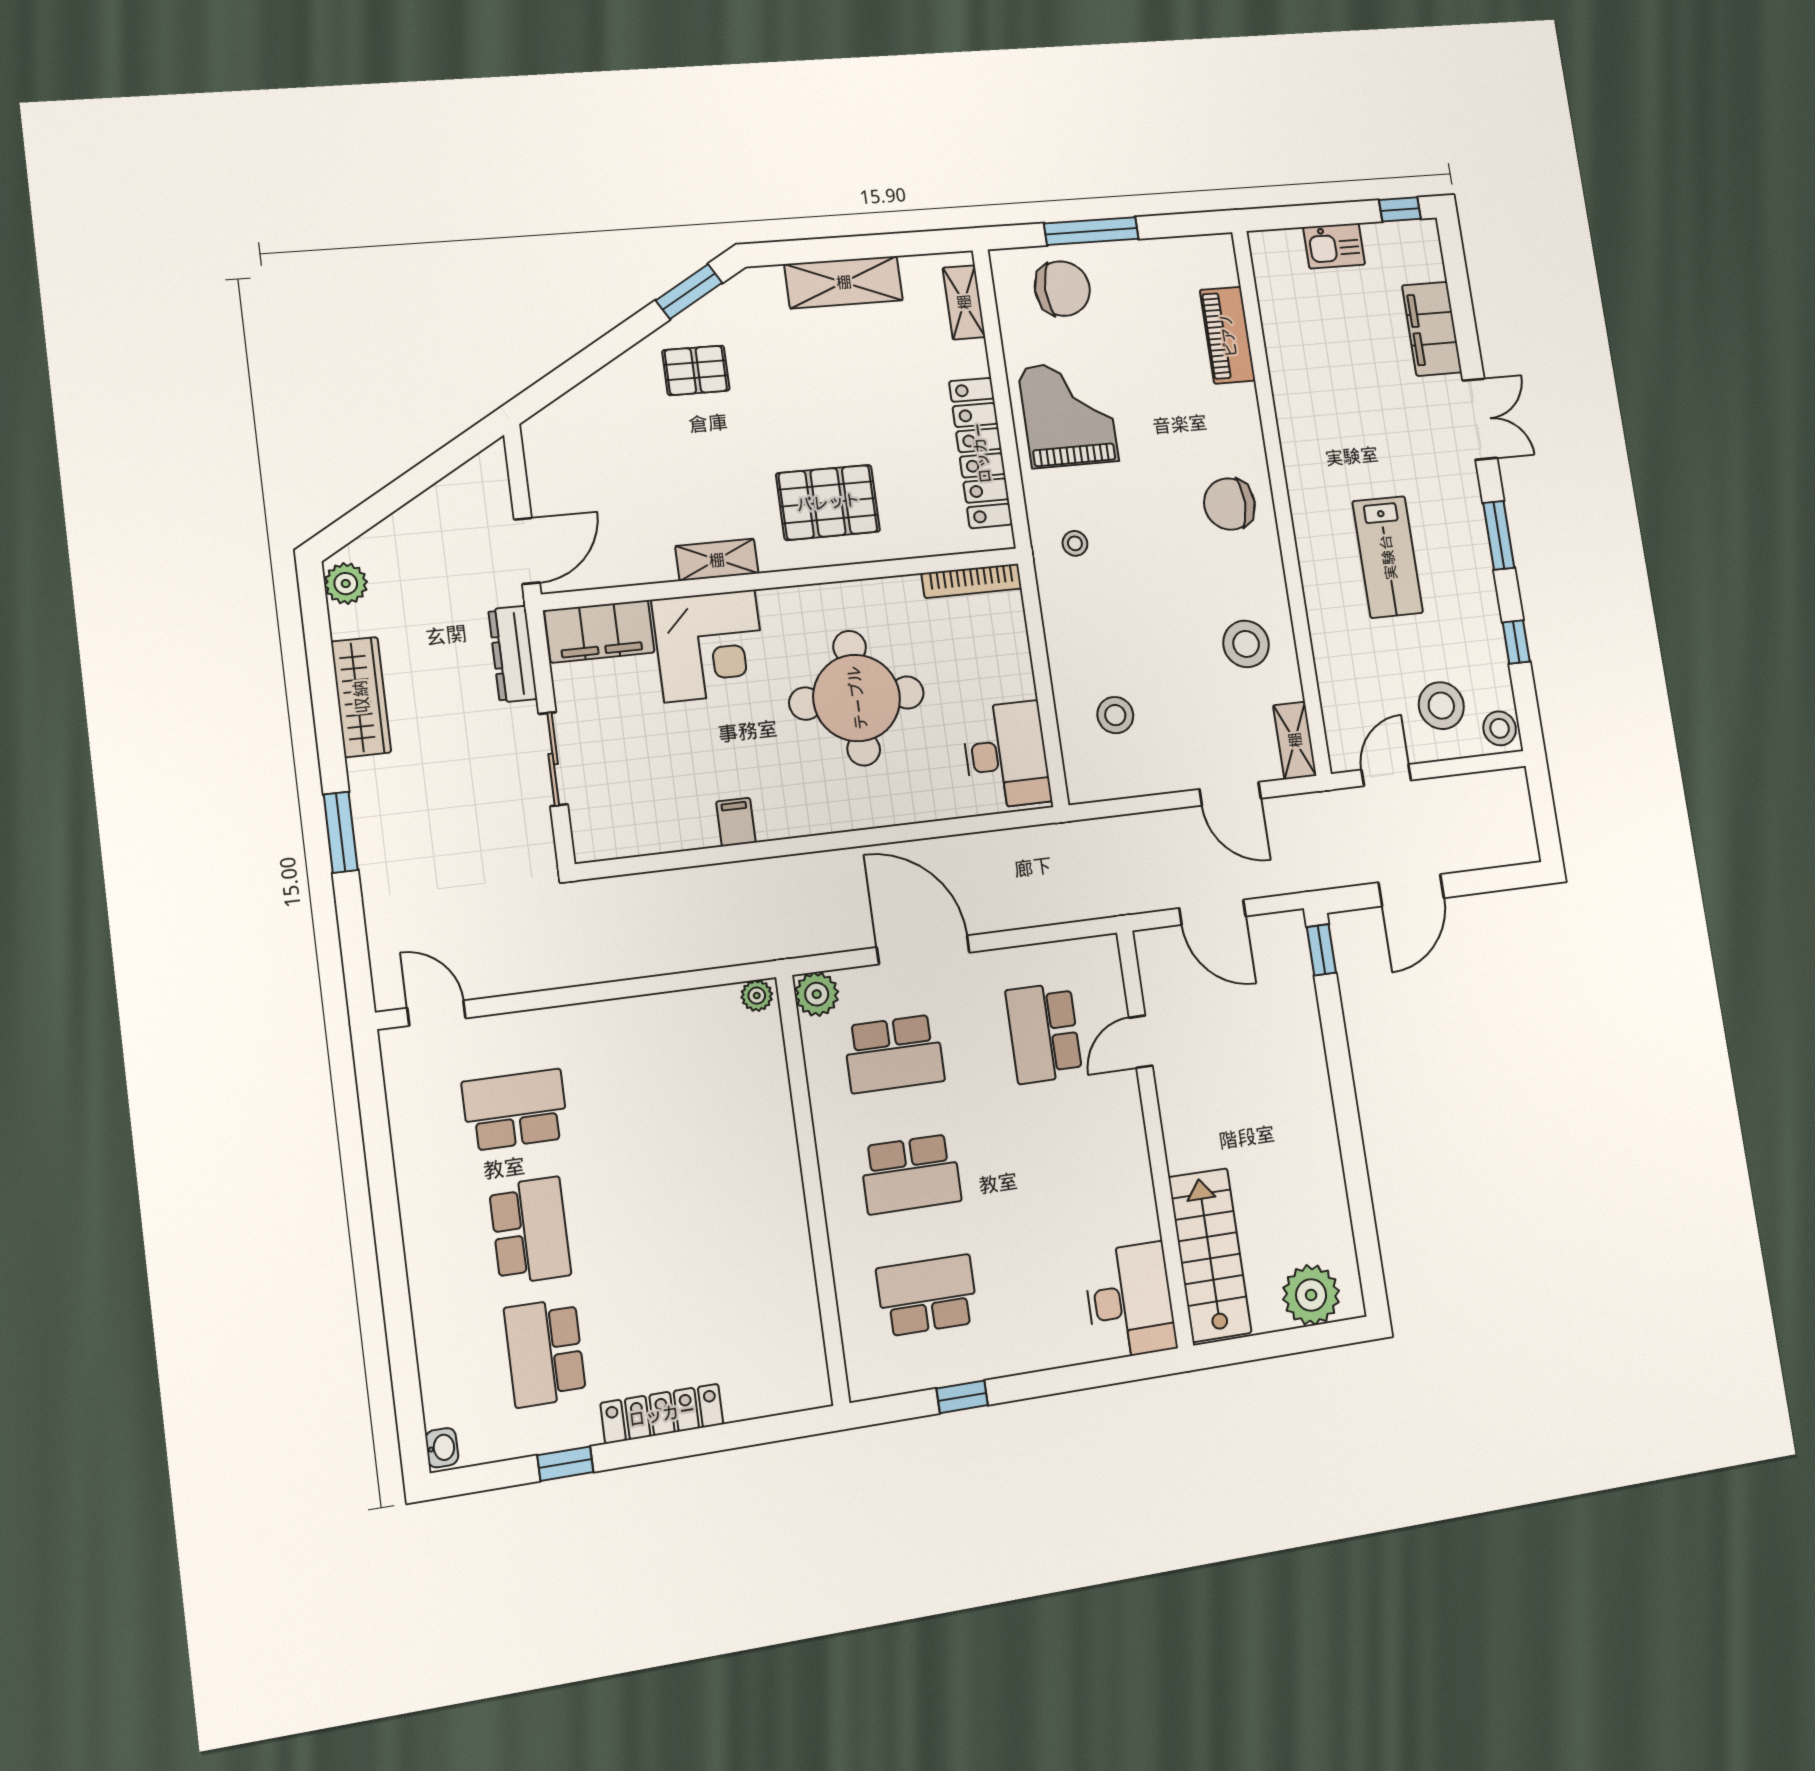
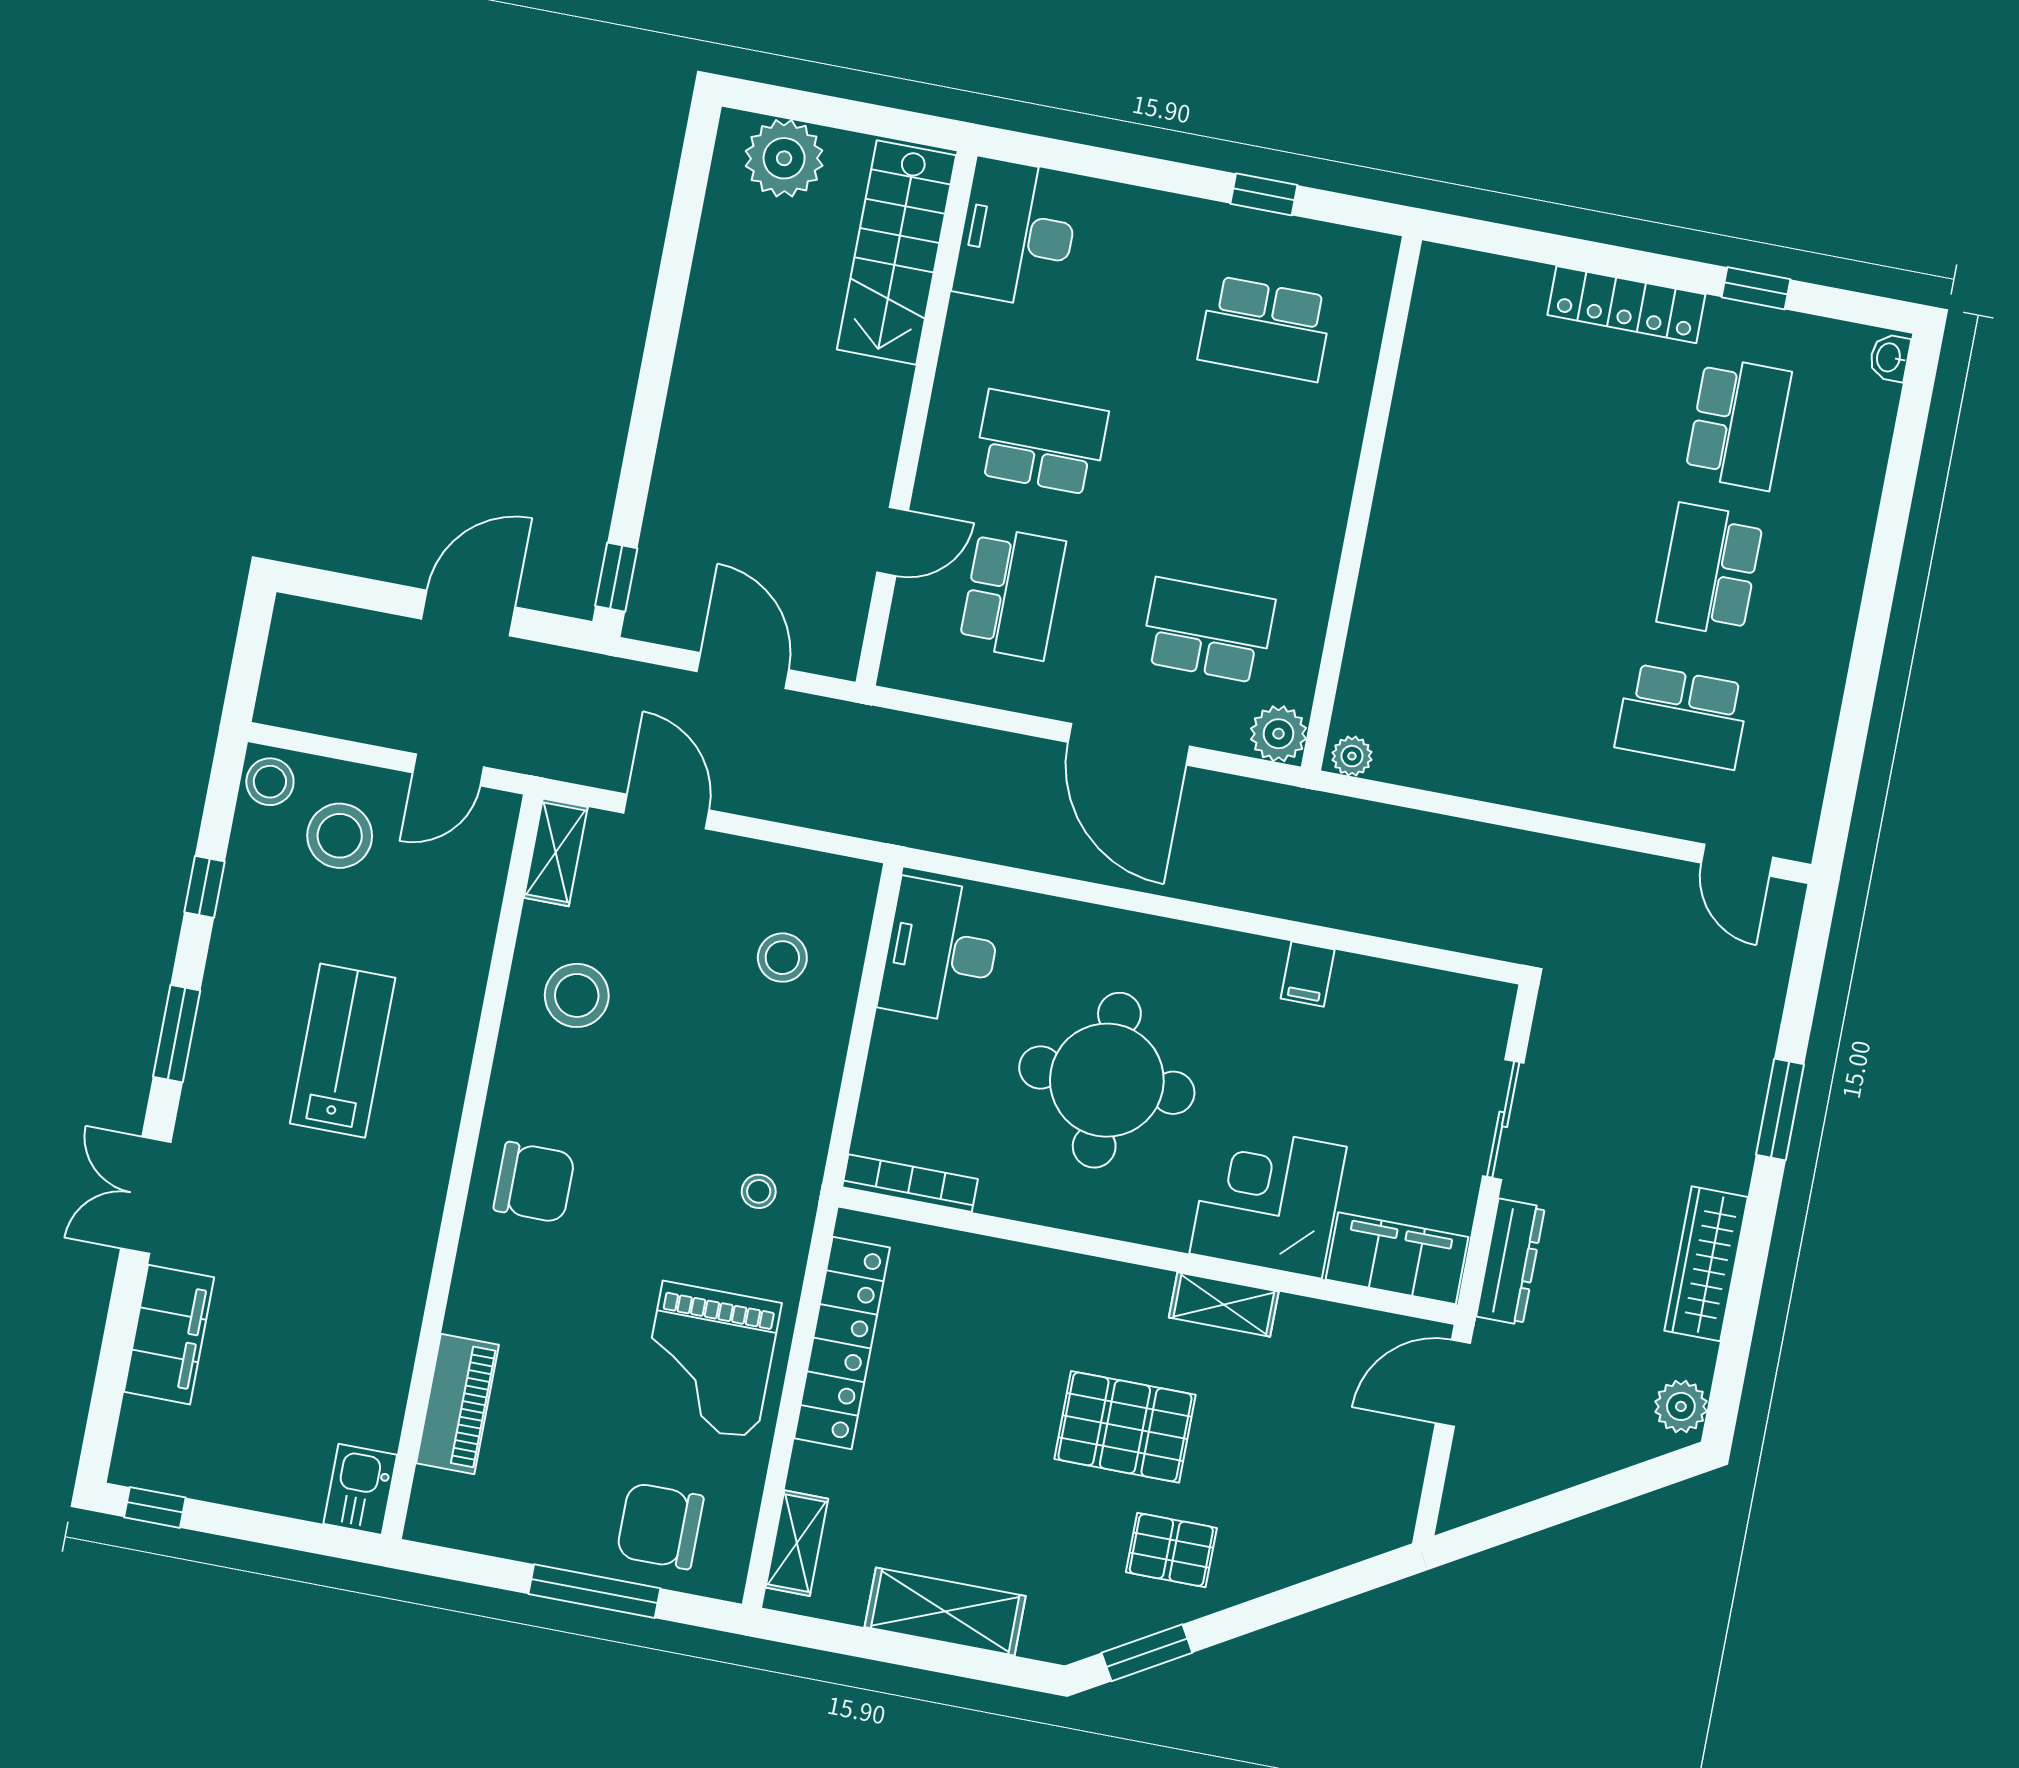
kitchen sink: (1334, 246) -> (360, 1489), moved, turned -90
pallet: (828, 502) -> (1125, 1427), moved
school desk: (911, 1174) -> (1041, 442), moved

